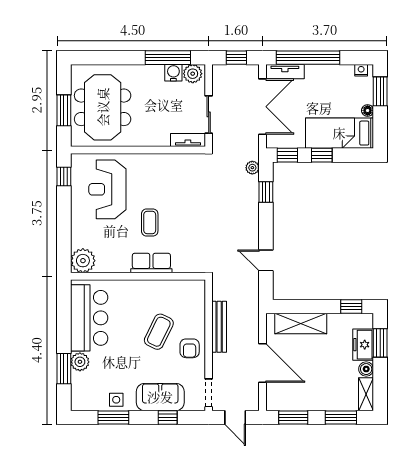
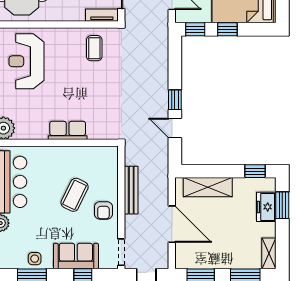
plant: (252, 168) -> (162, 41), removed
window: (266, 192) -> (175, 100), moved
coffee table: (150, 223) -> (94, 48), moved
boiler: (366, 369) -> (269, 230), removed

